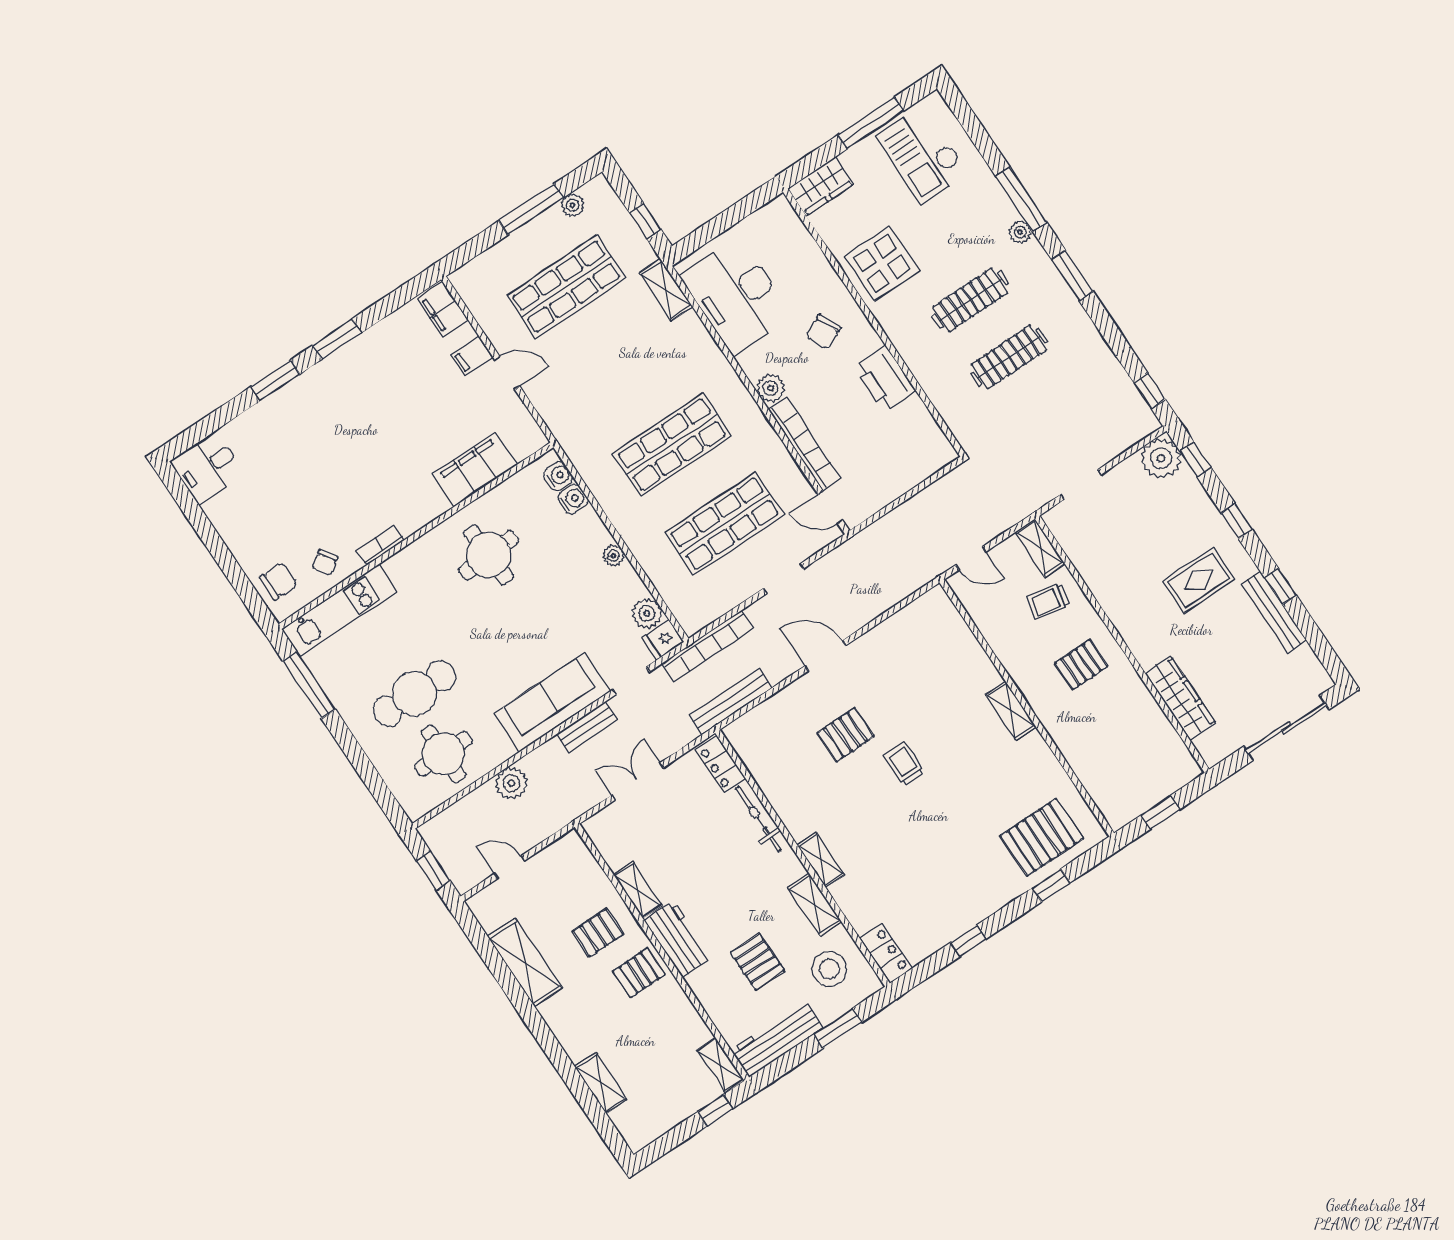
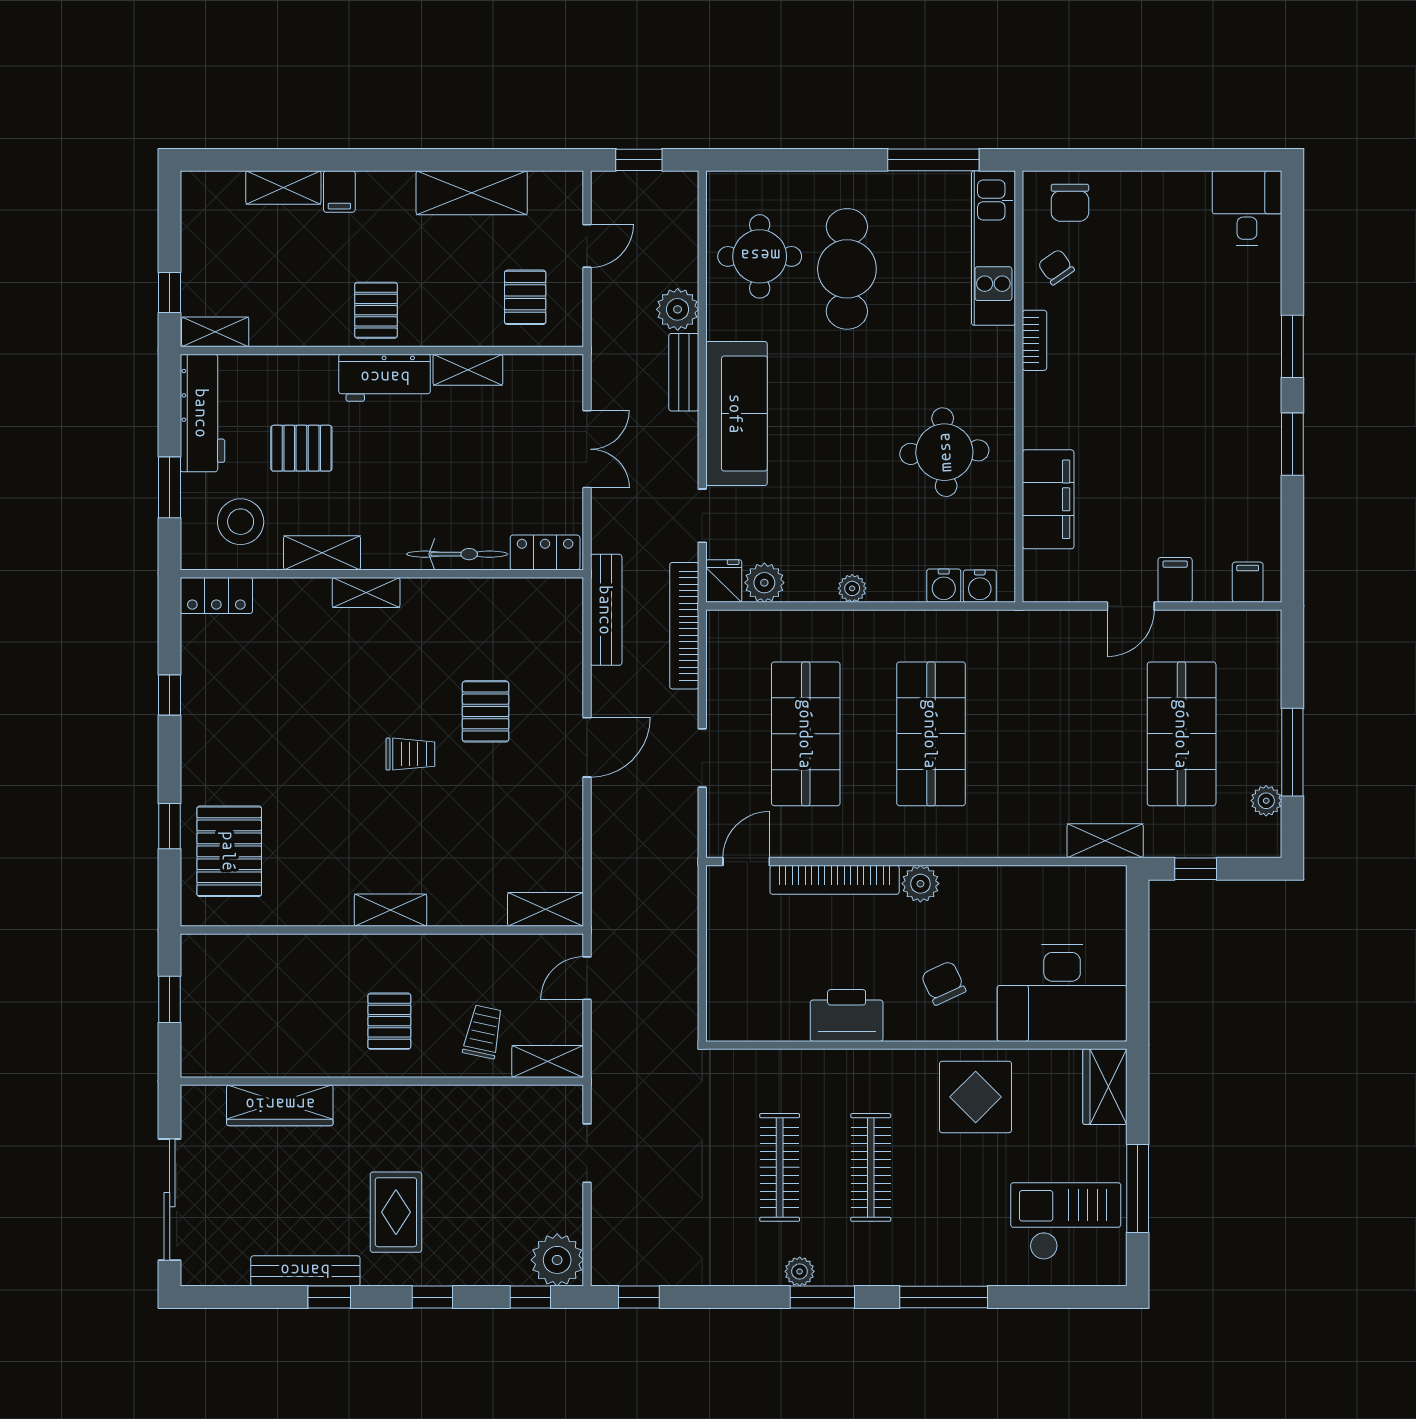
plant: (1020, 232) -> (800, 1271), moved
desk: (736, 296) -> (1062, 993), moved, turned 180
filing cabinet: (443, 309) -> (1248, 582), width x0.50
shelving: (945, 613) -> (546, 909), added
bench: (587, 727) -> (684, 372), moved
pallet: (598, 933) -> (525, 297), moved
filing cabinet: (580, 1046) -> (339, 191), added

